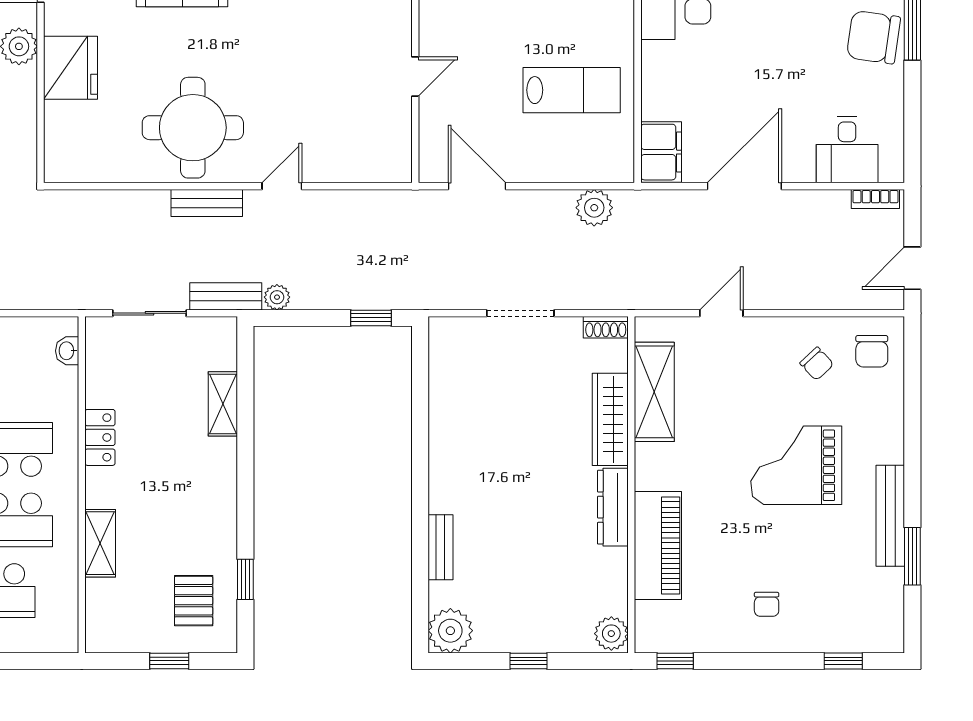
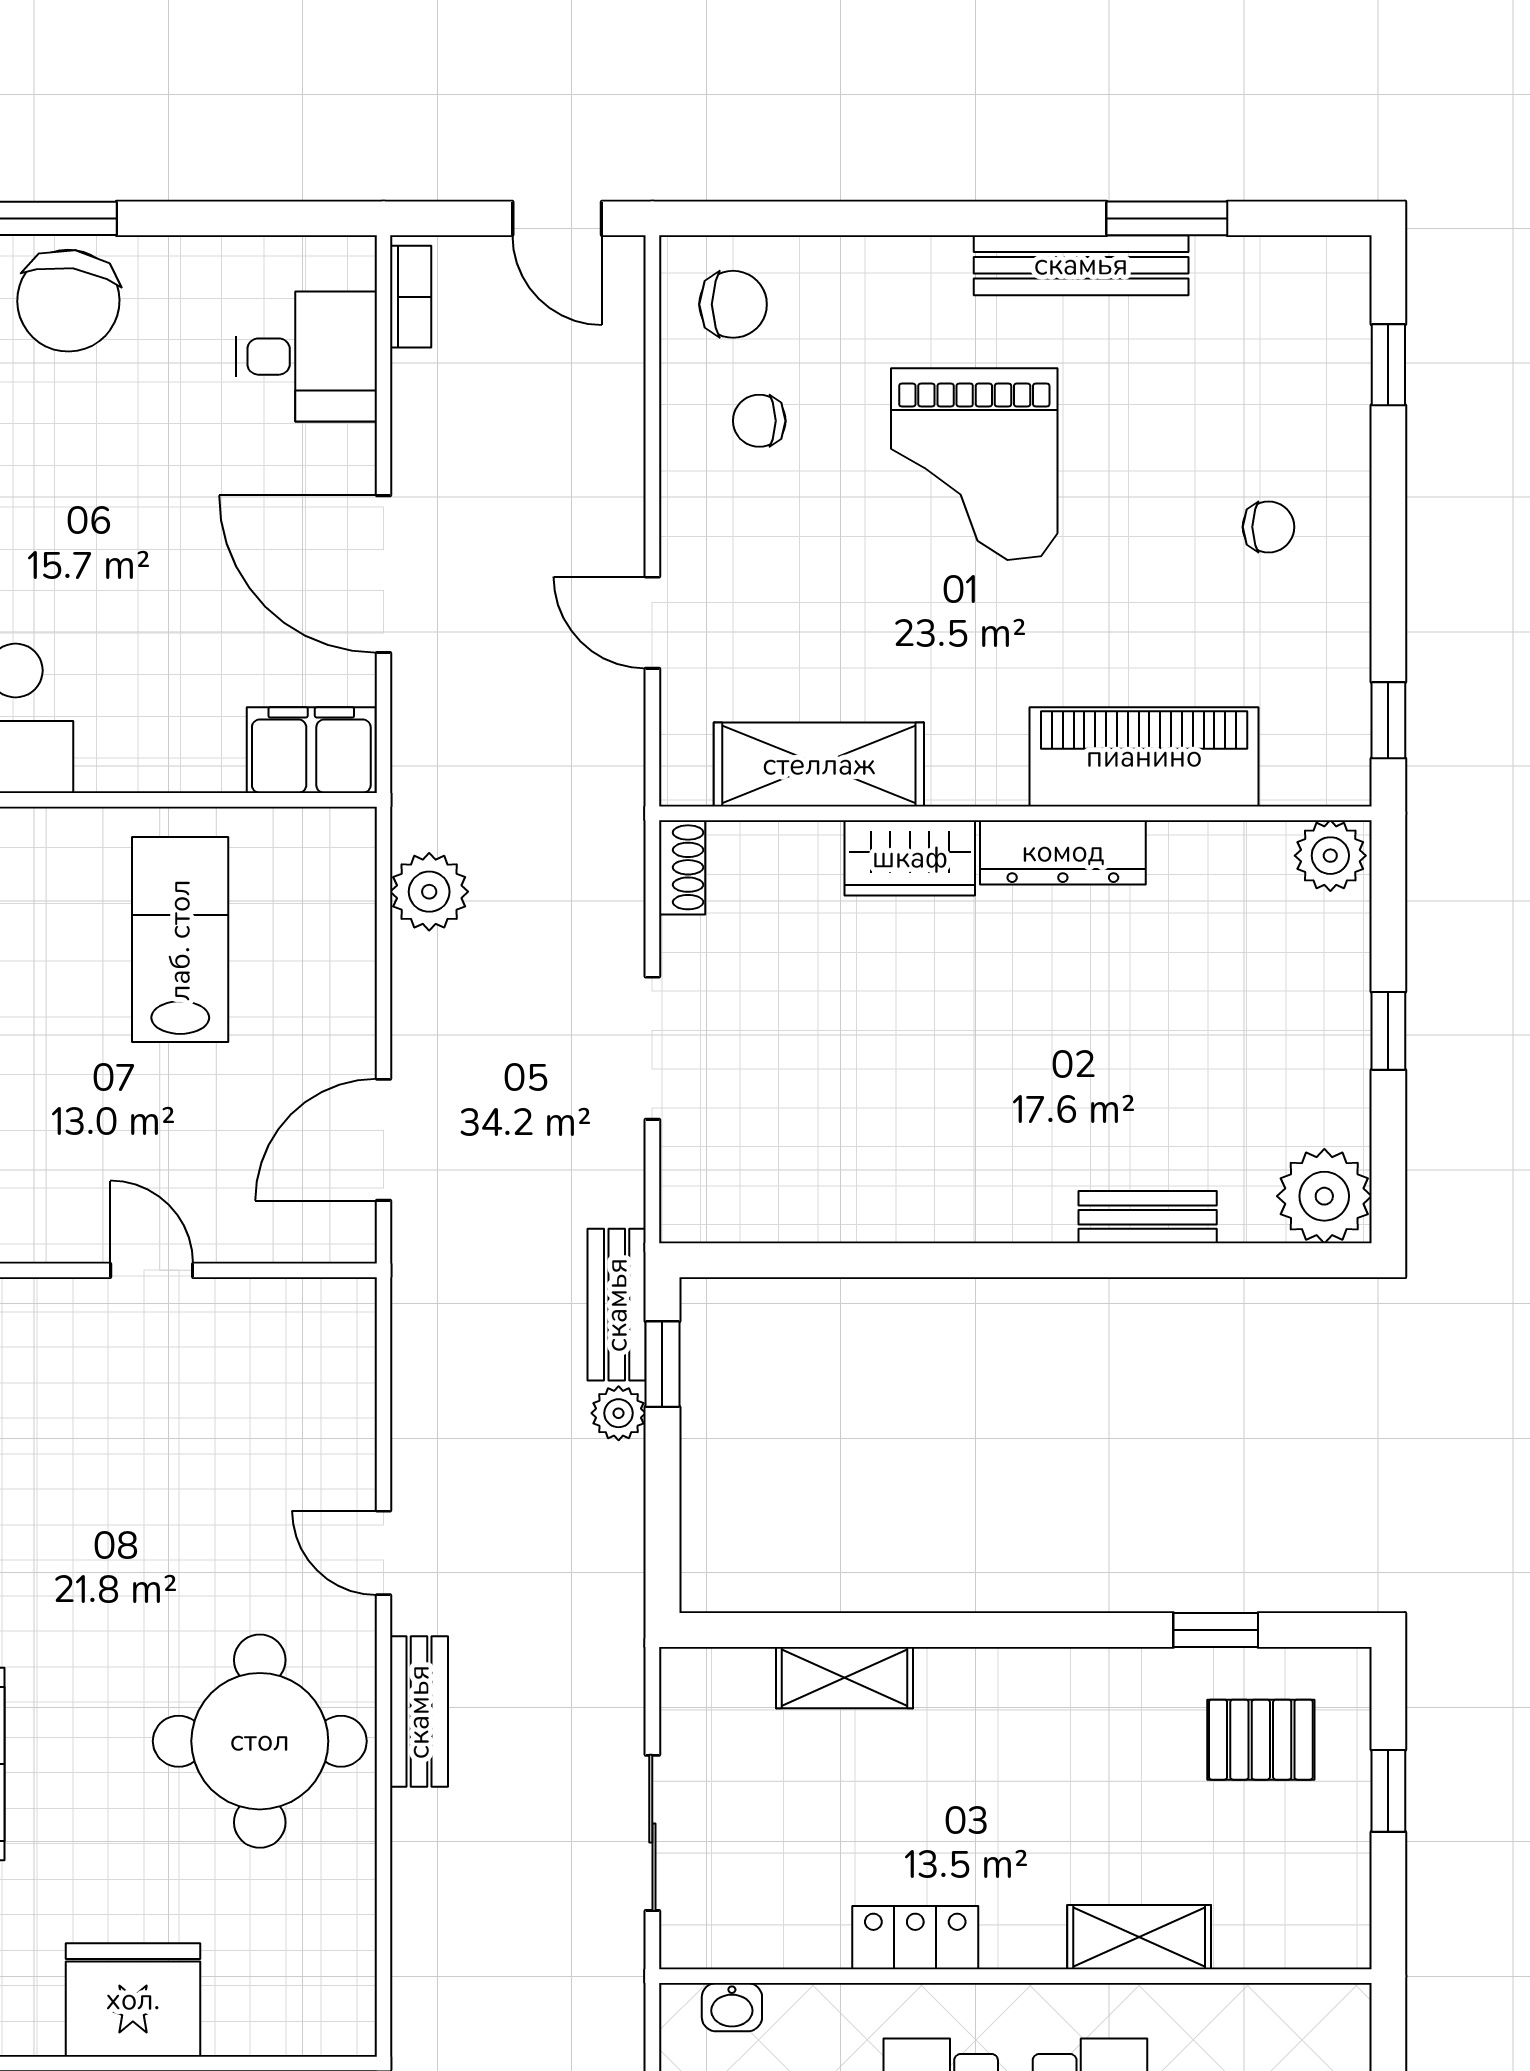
bench: (226, 296) -> (617, 1305), moved
plant: (277, 297) -> (619, 1413), moved
chair: (817, 364) -> (759, 421), turned -137
wardrobe: (610, 419) -> (910, 858), width x0.67

